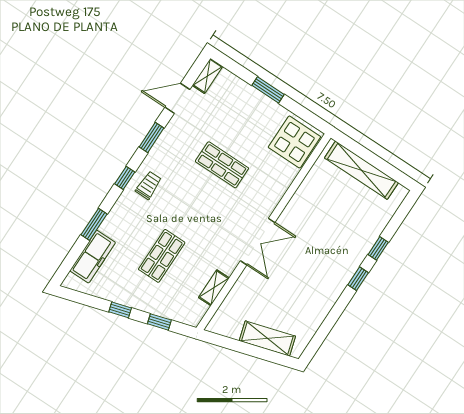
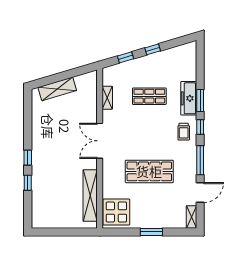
window: (151, 137) -> (200, 160), width x1.44
shop shelf: (222, 165) -> (149, 171), width x1.43, depth x1.36
shelving: (361, 170) -> (90, 196), moved, turned 90
window: (94, 224) -> (200, 100), moved
shop shelf: (162, 256) -> (149, 96), turned 90
freezer: (93, 257) -> (189, 98), moved

